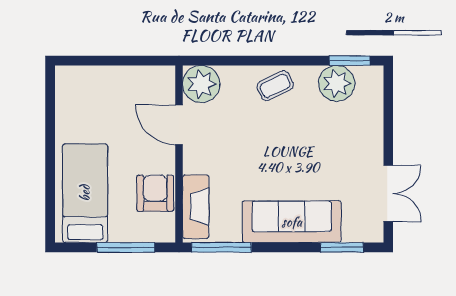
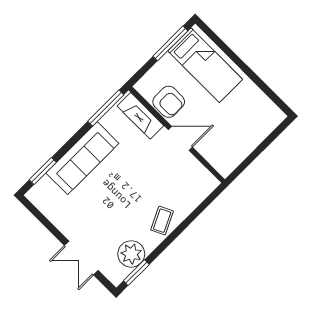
plant: (201, 84) -> (202, 183), removed
door: (179, 125) -> (180, 138), moved
double door: (388, 193) -> (81, 258), moved
window: (126, 247) -> (170, 43), moved

